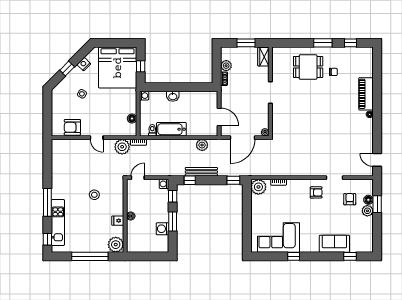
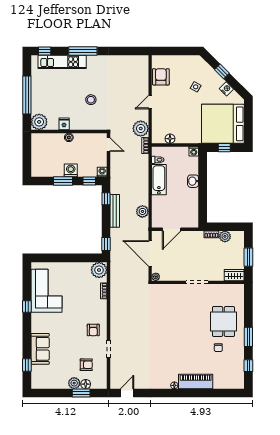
washing machine: (162, 229) -> (71, 170), moved

